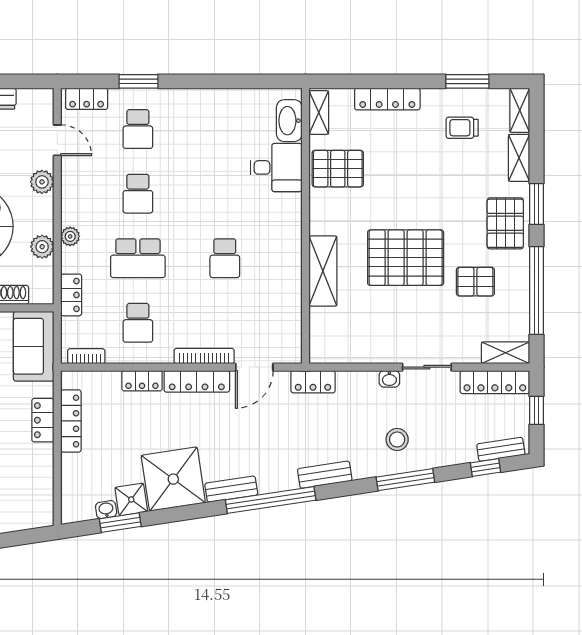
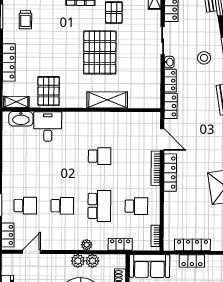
plant: (42, 182) -> (78, 261), moved
locker: (142, 381) -> (170, 81), moved

